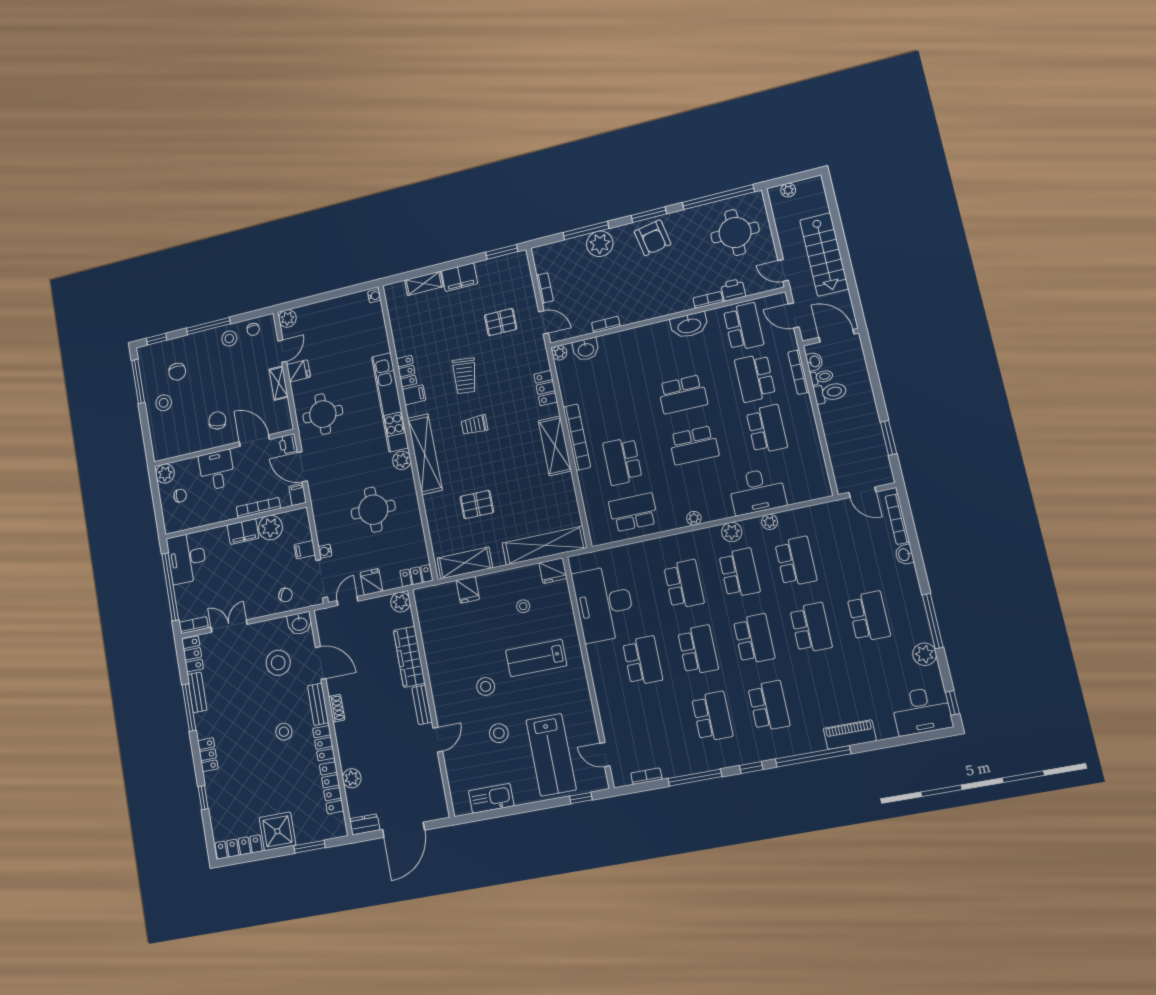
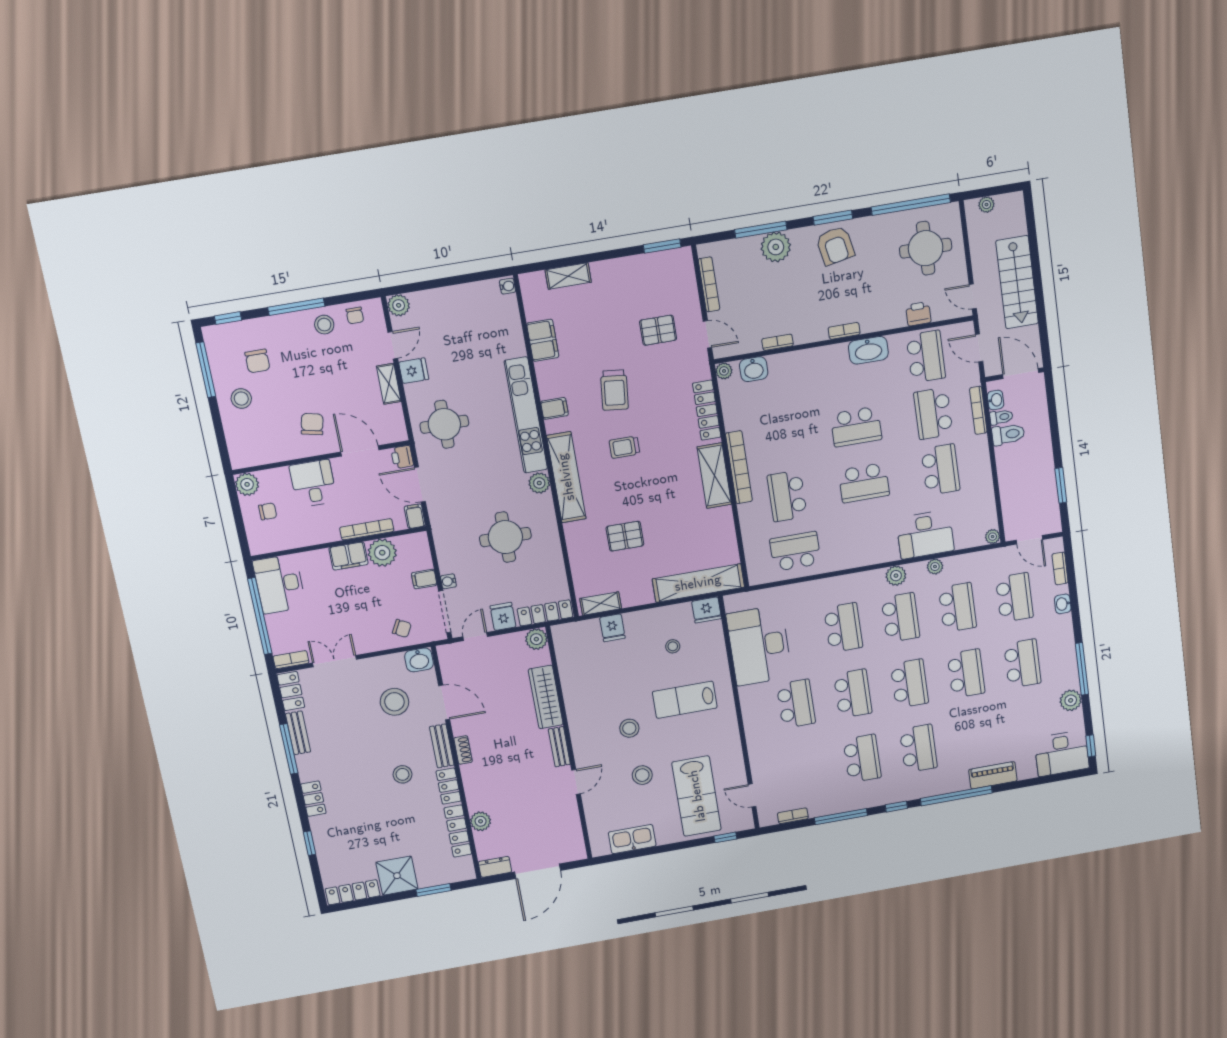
filing cabinet: (460, 277) -> (543, 340), moved, turned -90
bookcase: (545, 288) -> (709, 284), width x1.56
bookcase: (708, 300) -> (844, 331), moved
locker: (407, 371) -> (546, 380), removed
locker: (546, 388) -> (707, 410), width x1.53
plant: (694, 518) -> (993, 537), moved
bookcase: (897, 519) -> (1060, 568), width x0.64
school desk: (853, 550) -> (1014, 597), added
shelving: (465, 563) -> (601, 604), width x0.67, depth x0.75
locker: (416, 576) -> (545, 613), width x1.53

